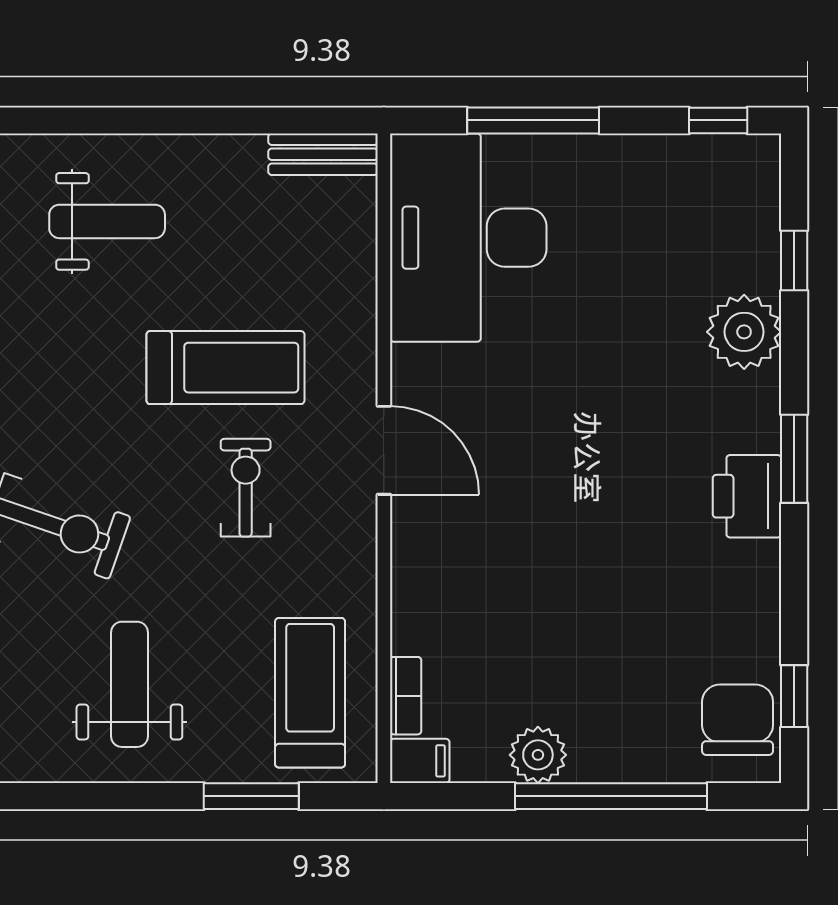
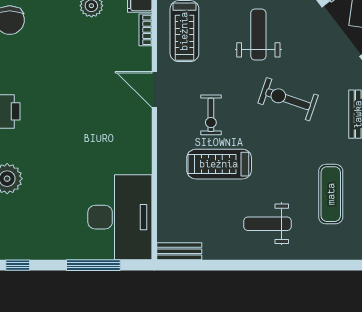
door: (384, 450) -> (154, 89), moved
weight bench: (129, 684) -> (258, 35), turned 180

